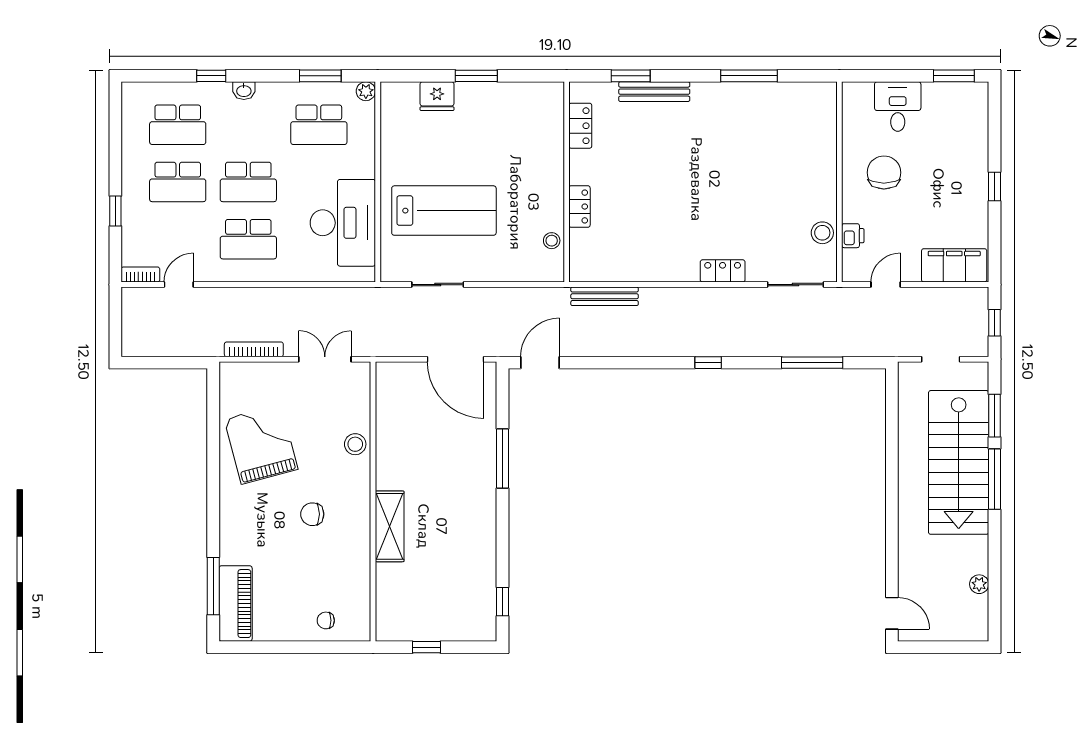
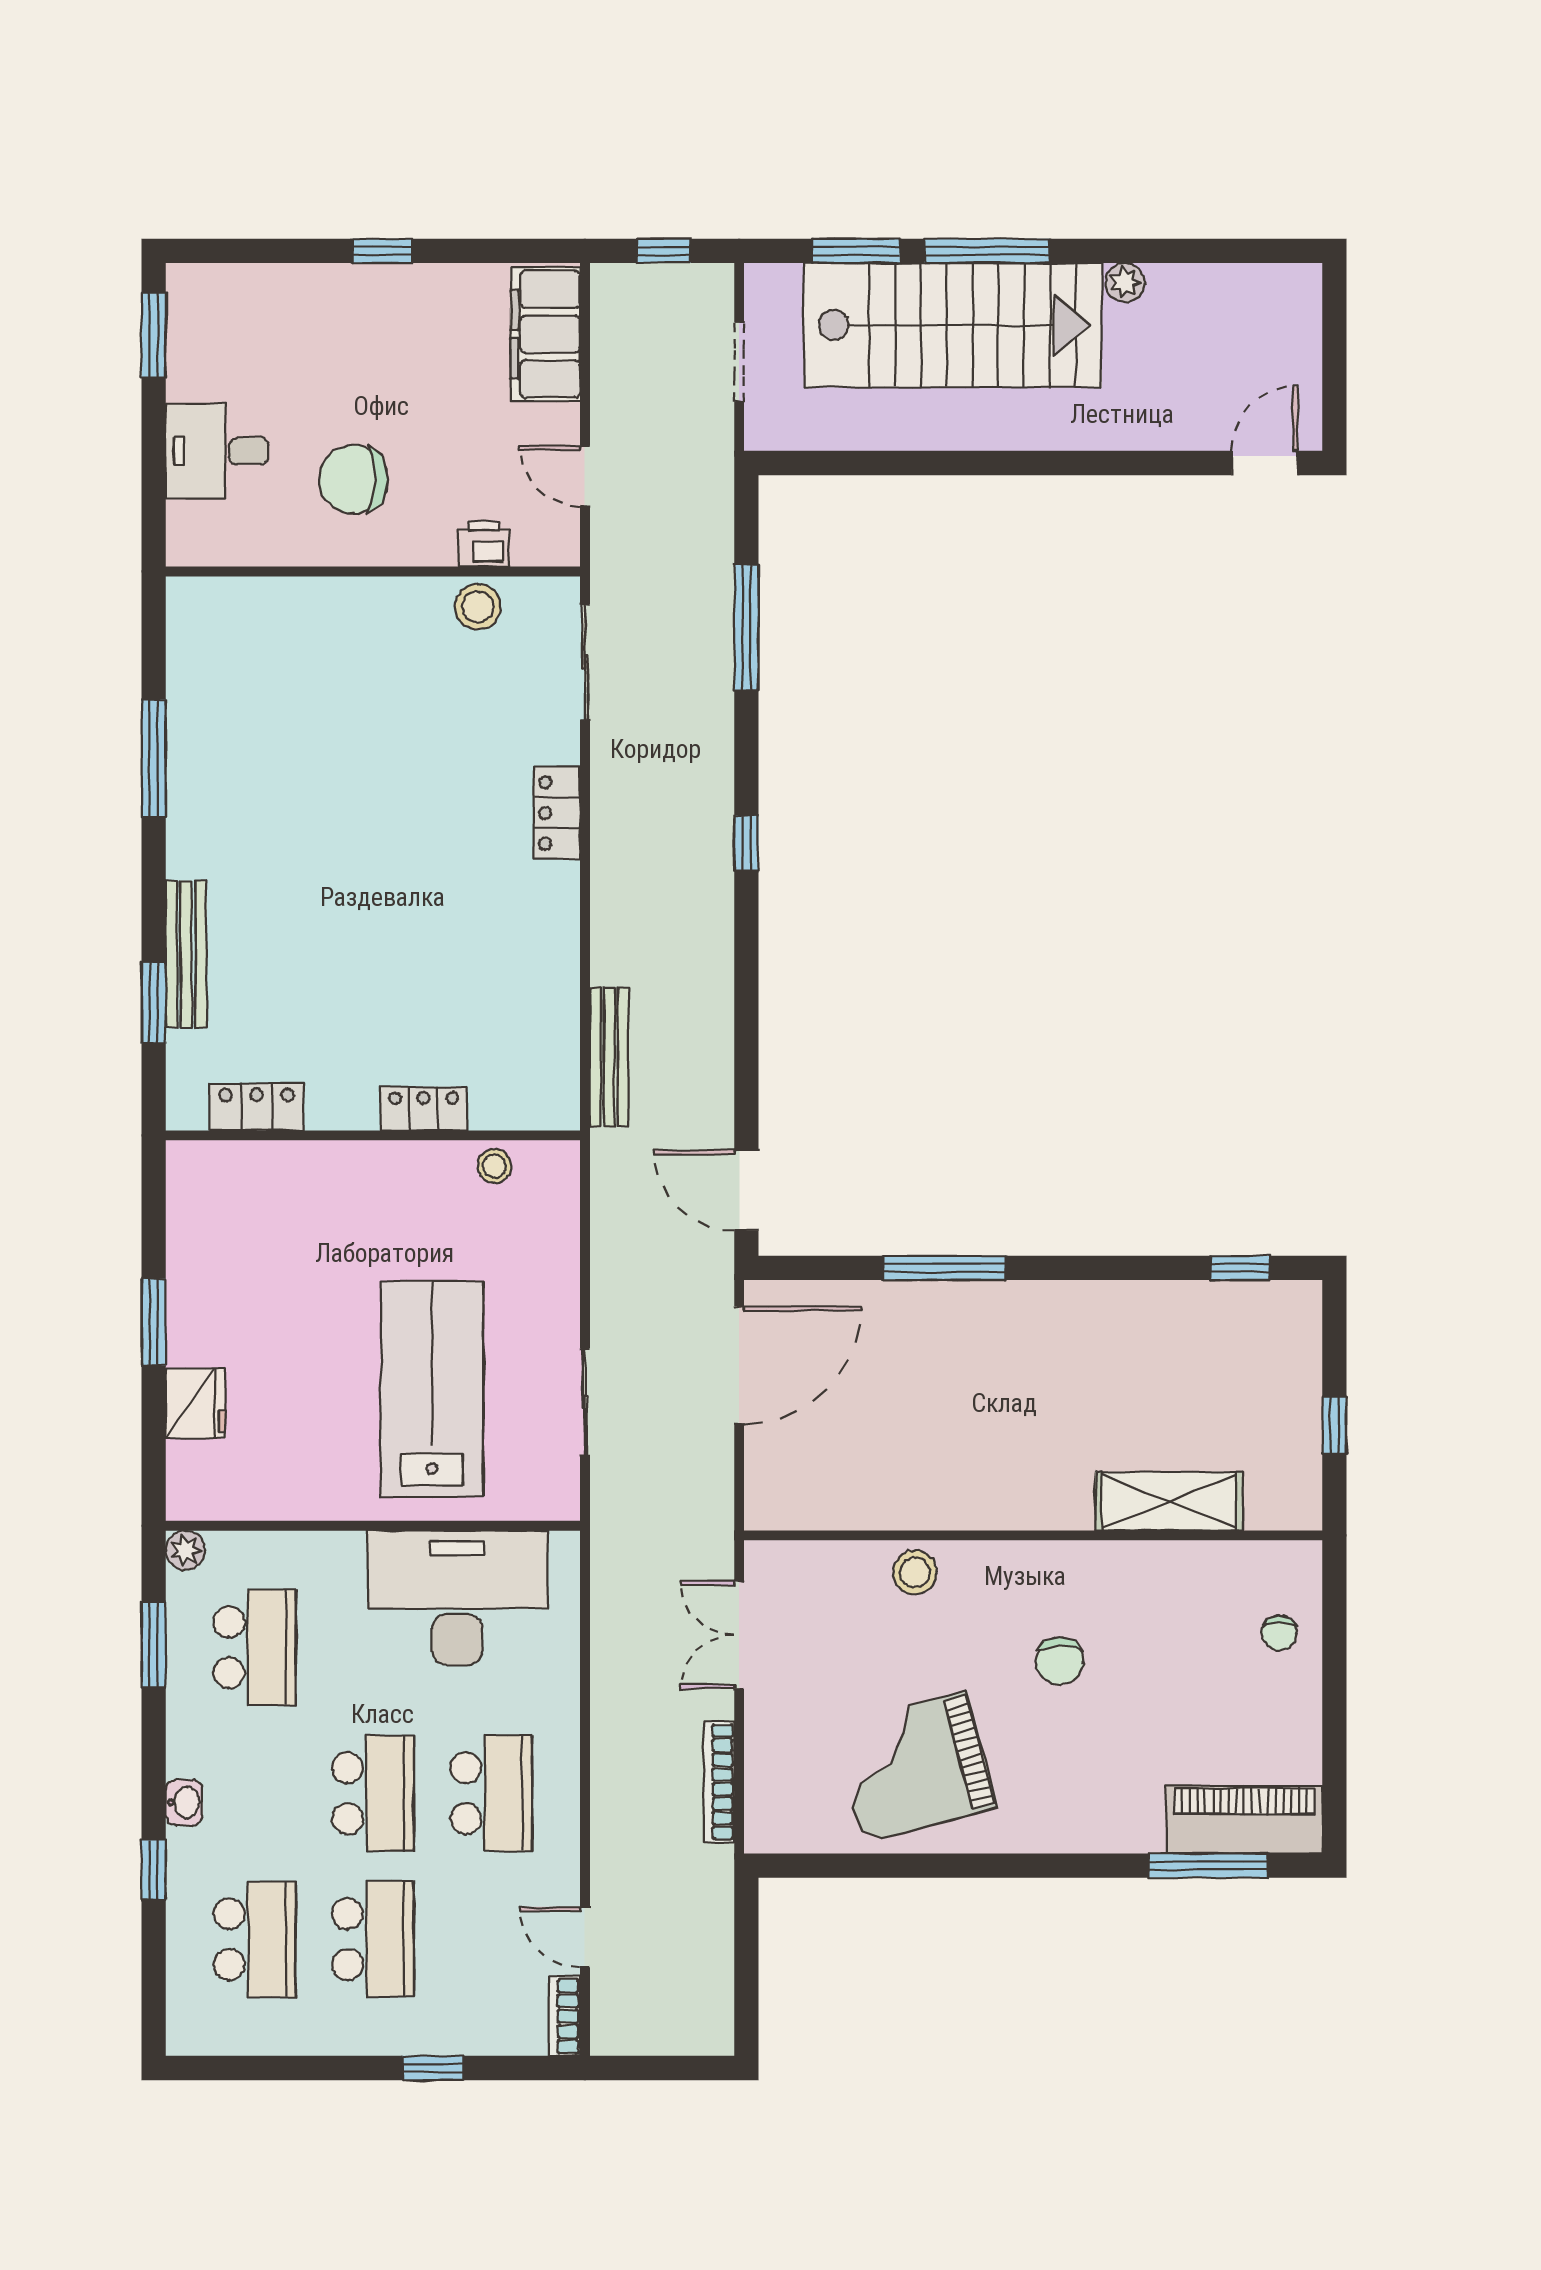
shelving: (390, 526) -> (1169, 1501), moved
plant: (979, 584) -> (1125, 283), moved

